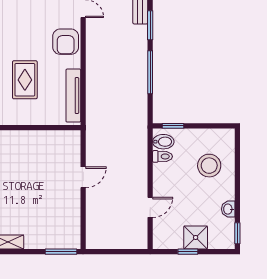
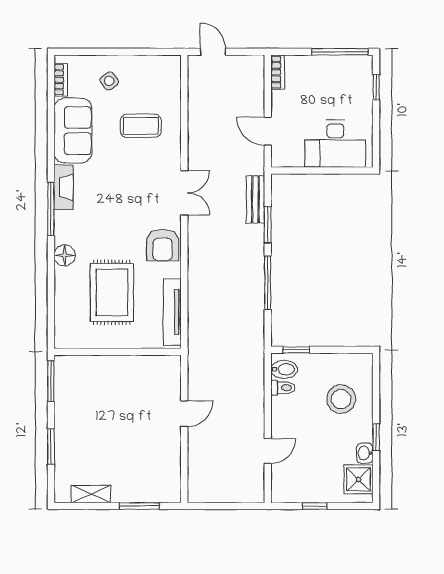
rug: (25, 80) -> (112, 292), width x1.36, depth x1.43
window: (237, 233) -> (376, 437), moved
shower: (196, 237) -> (358, 479), moved
window: (61, 252) -> (139, 506), moved

